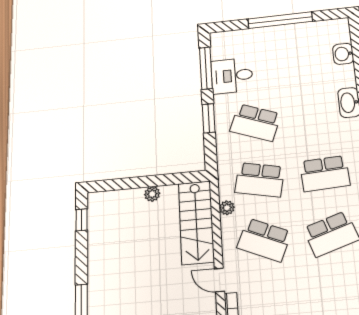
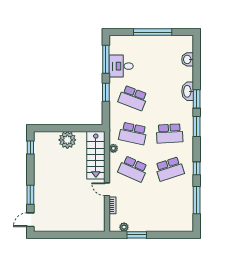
plant: (152, 194) -> (67, 140), width x1.88, depth x1.88

